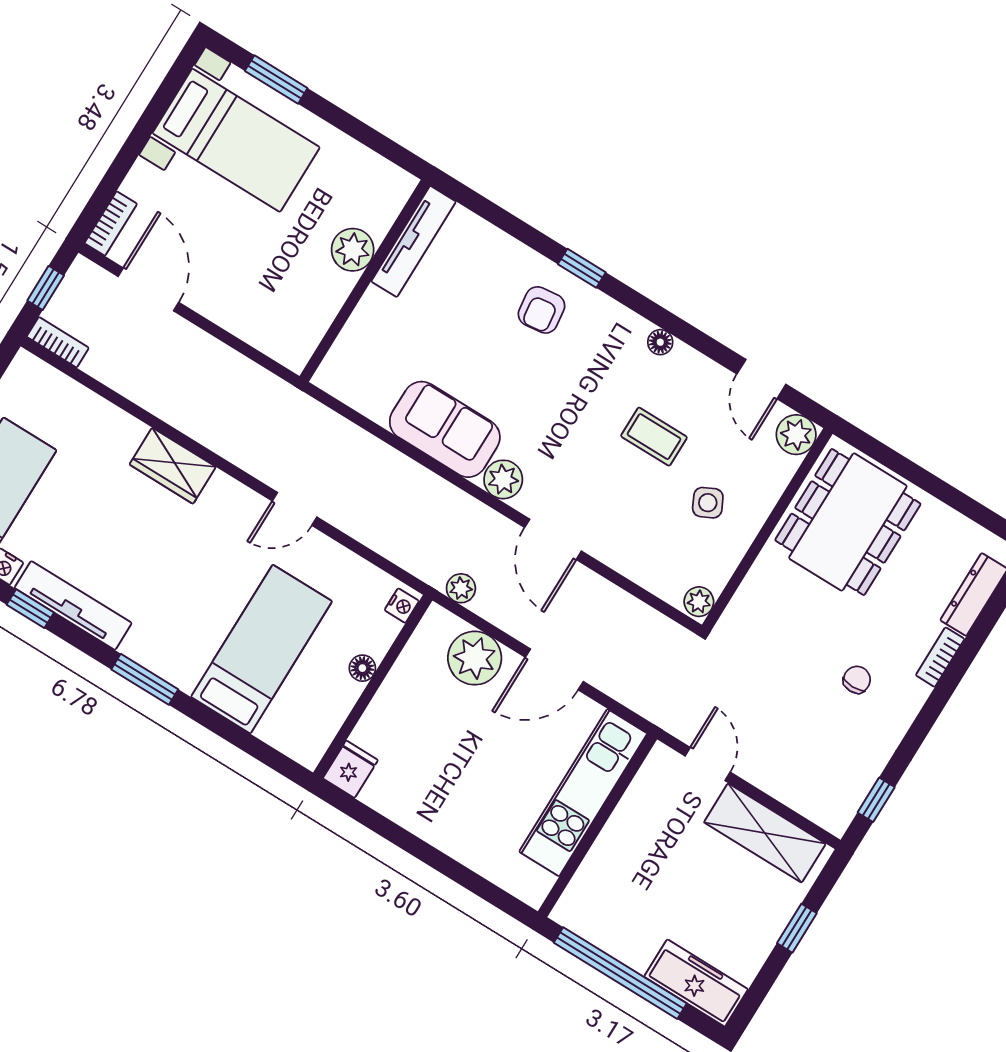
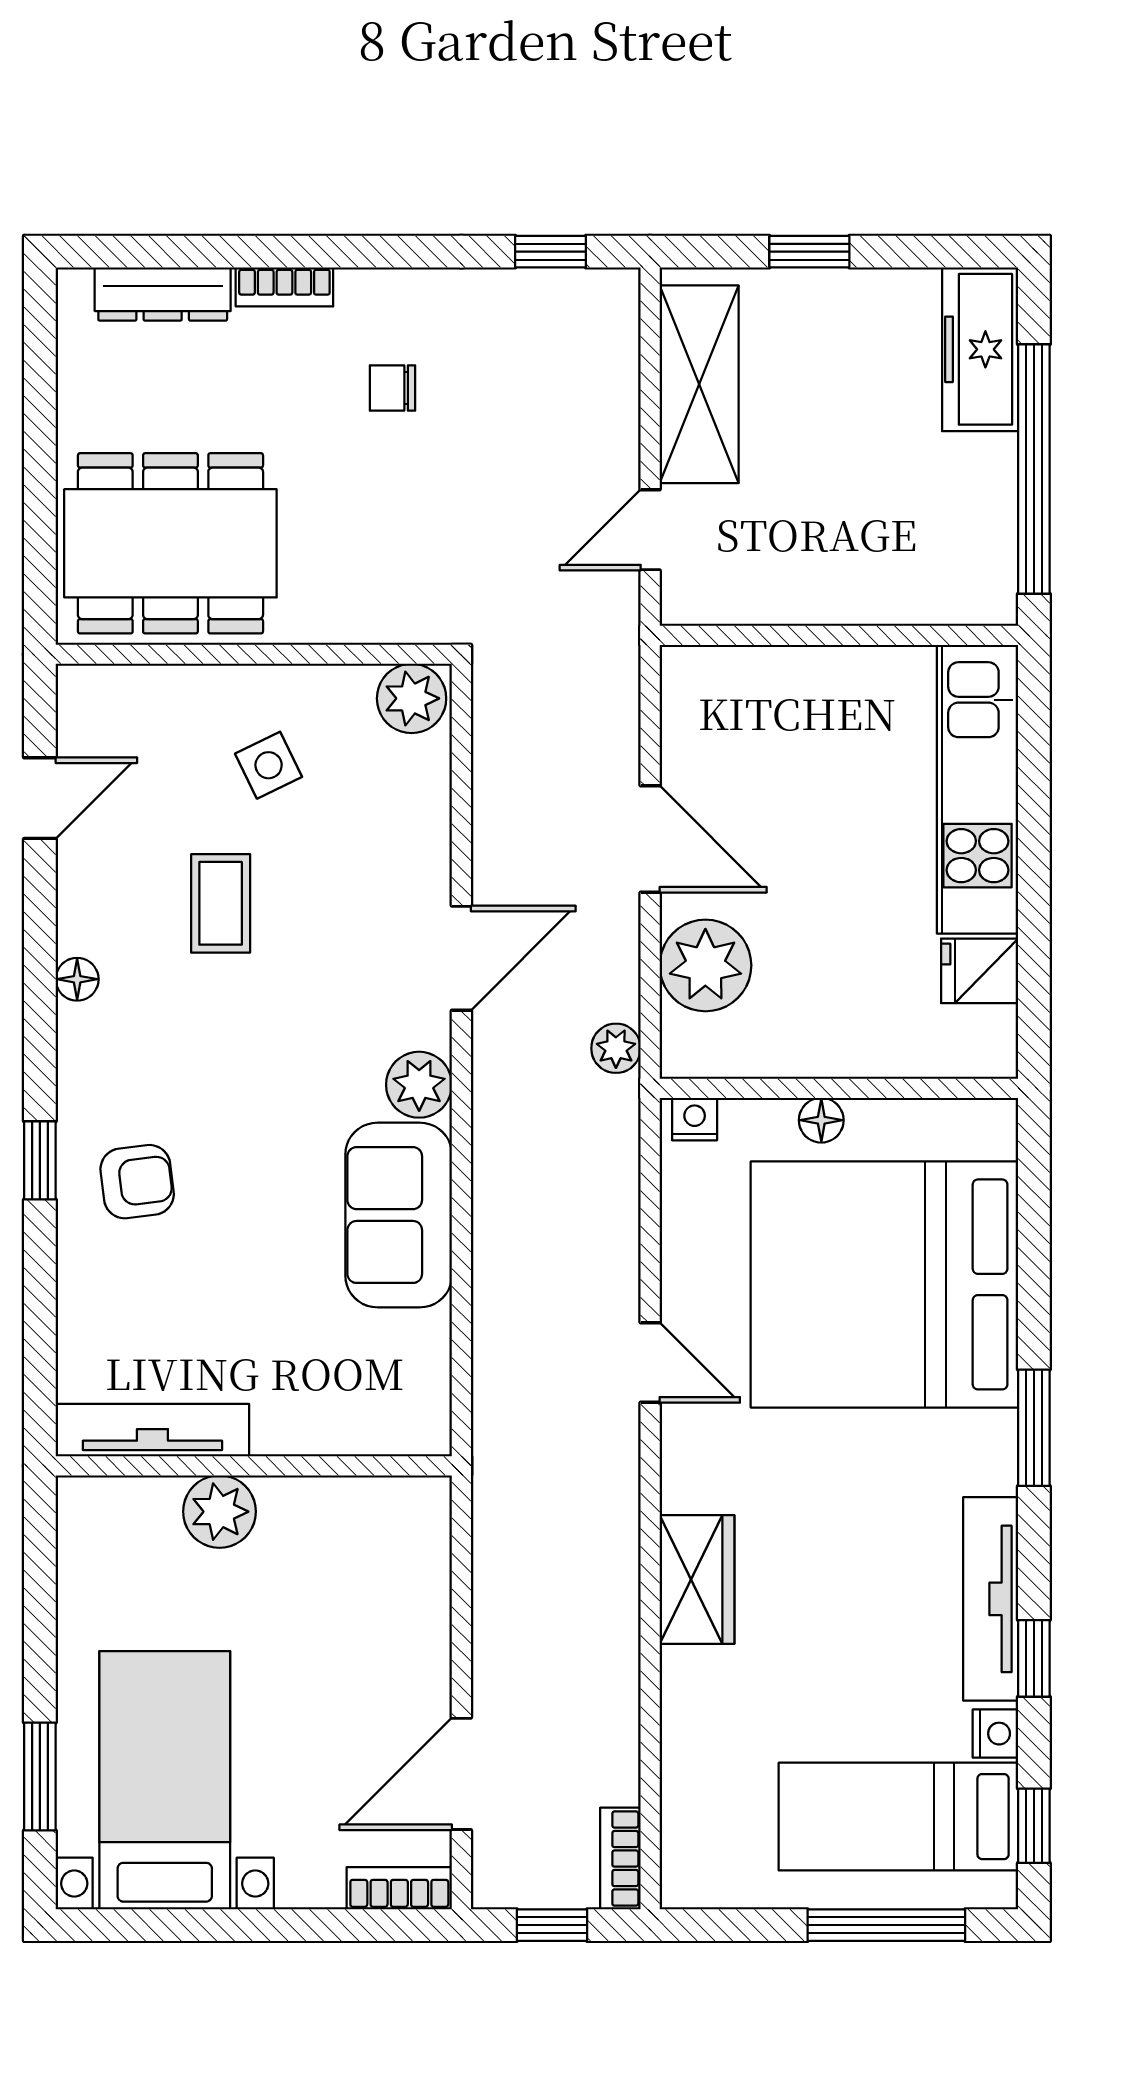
plant: (796, 435) -> (90, 698), removed
plant: (699, 602) -> (412, 698), width x1.38, depth x1.38
bed: (262, 649) -> (884, 1284), width x2.04
fridge: (350, 769) -> (980, 971), moved
kitchen unit: (583, 793) -> (977, 789), moved, turned 90

